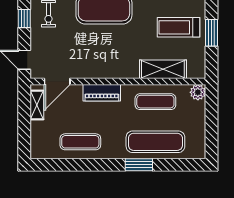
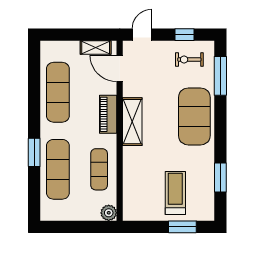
window: (211, 33) -> (182, 227), moved
shelving: (163, 69) -> (132, 122), moved
exercise mat: (80, 142) -> (58, 92), width x1.36, depth x1.45

